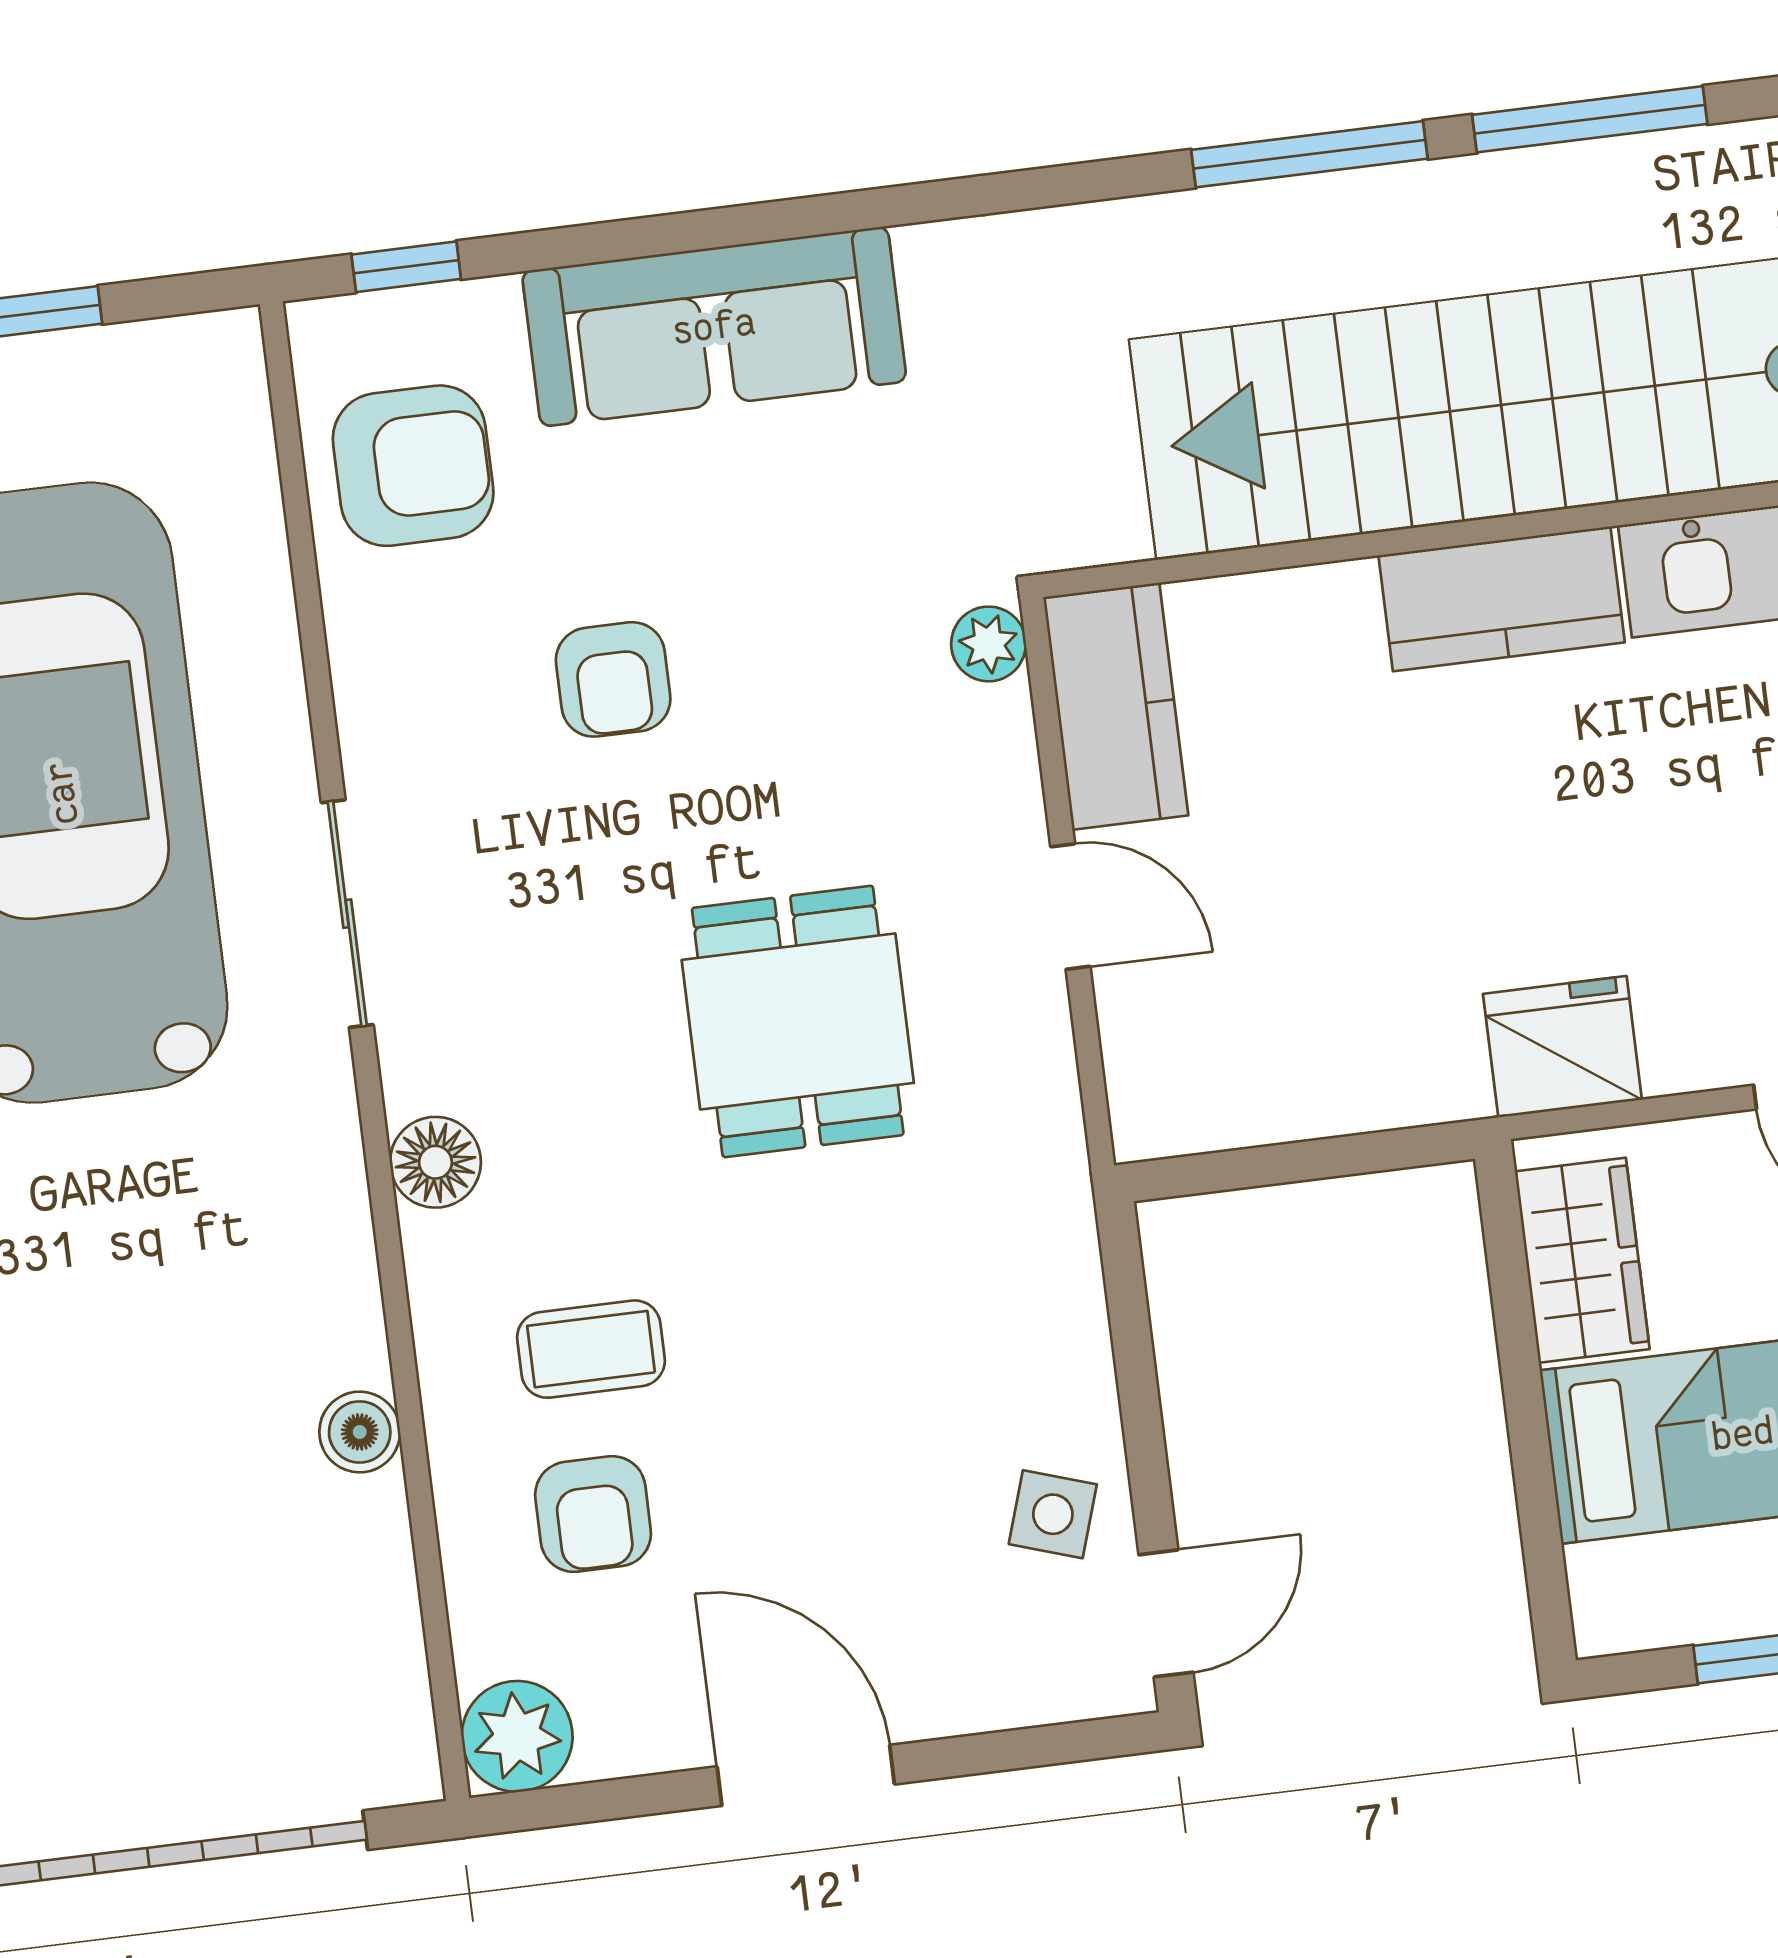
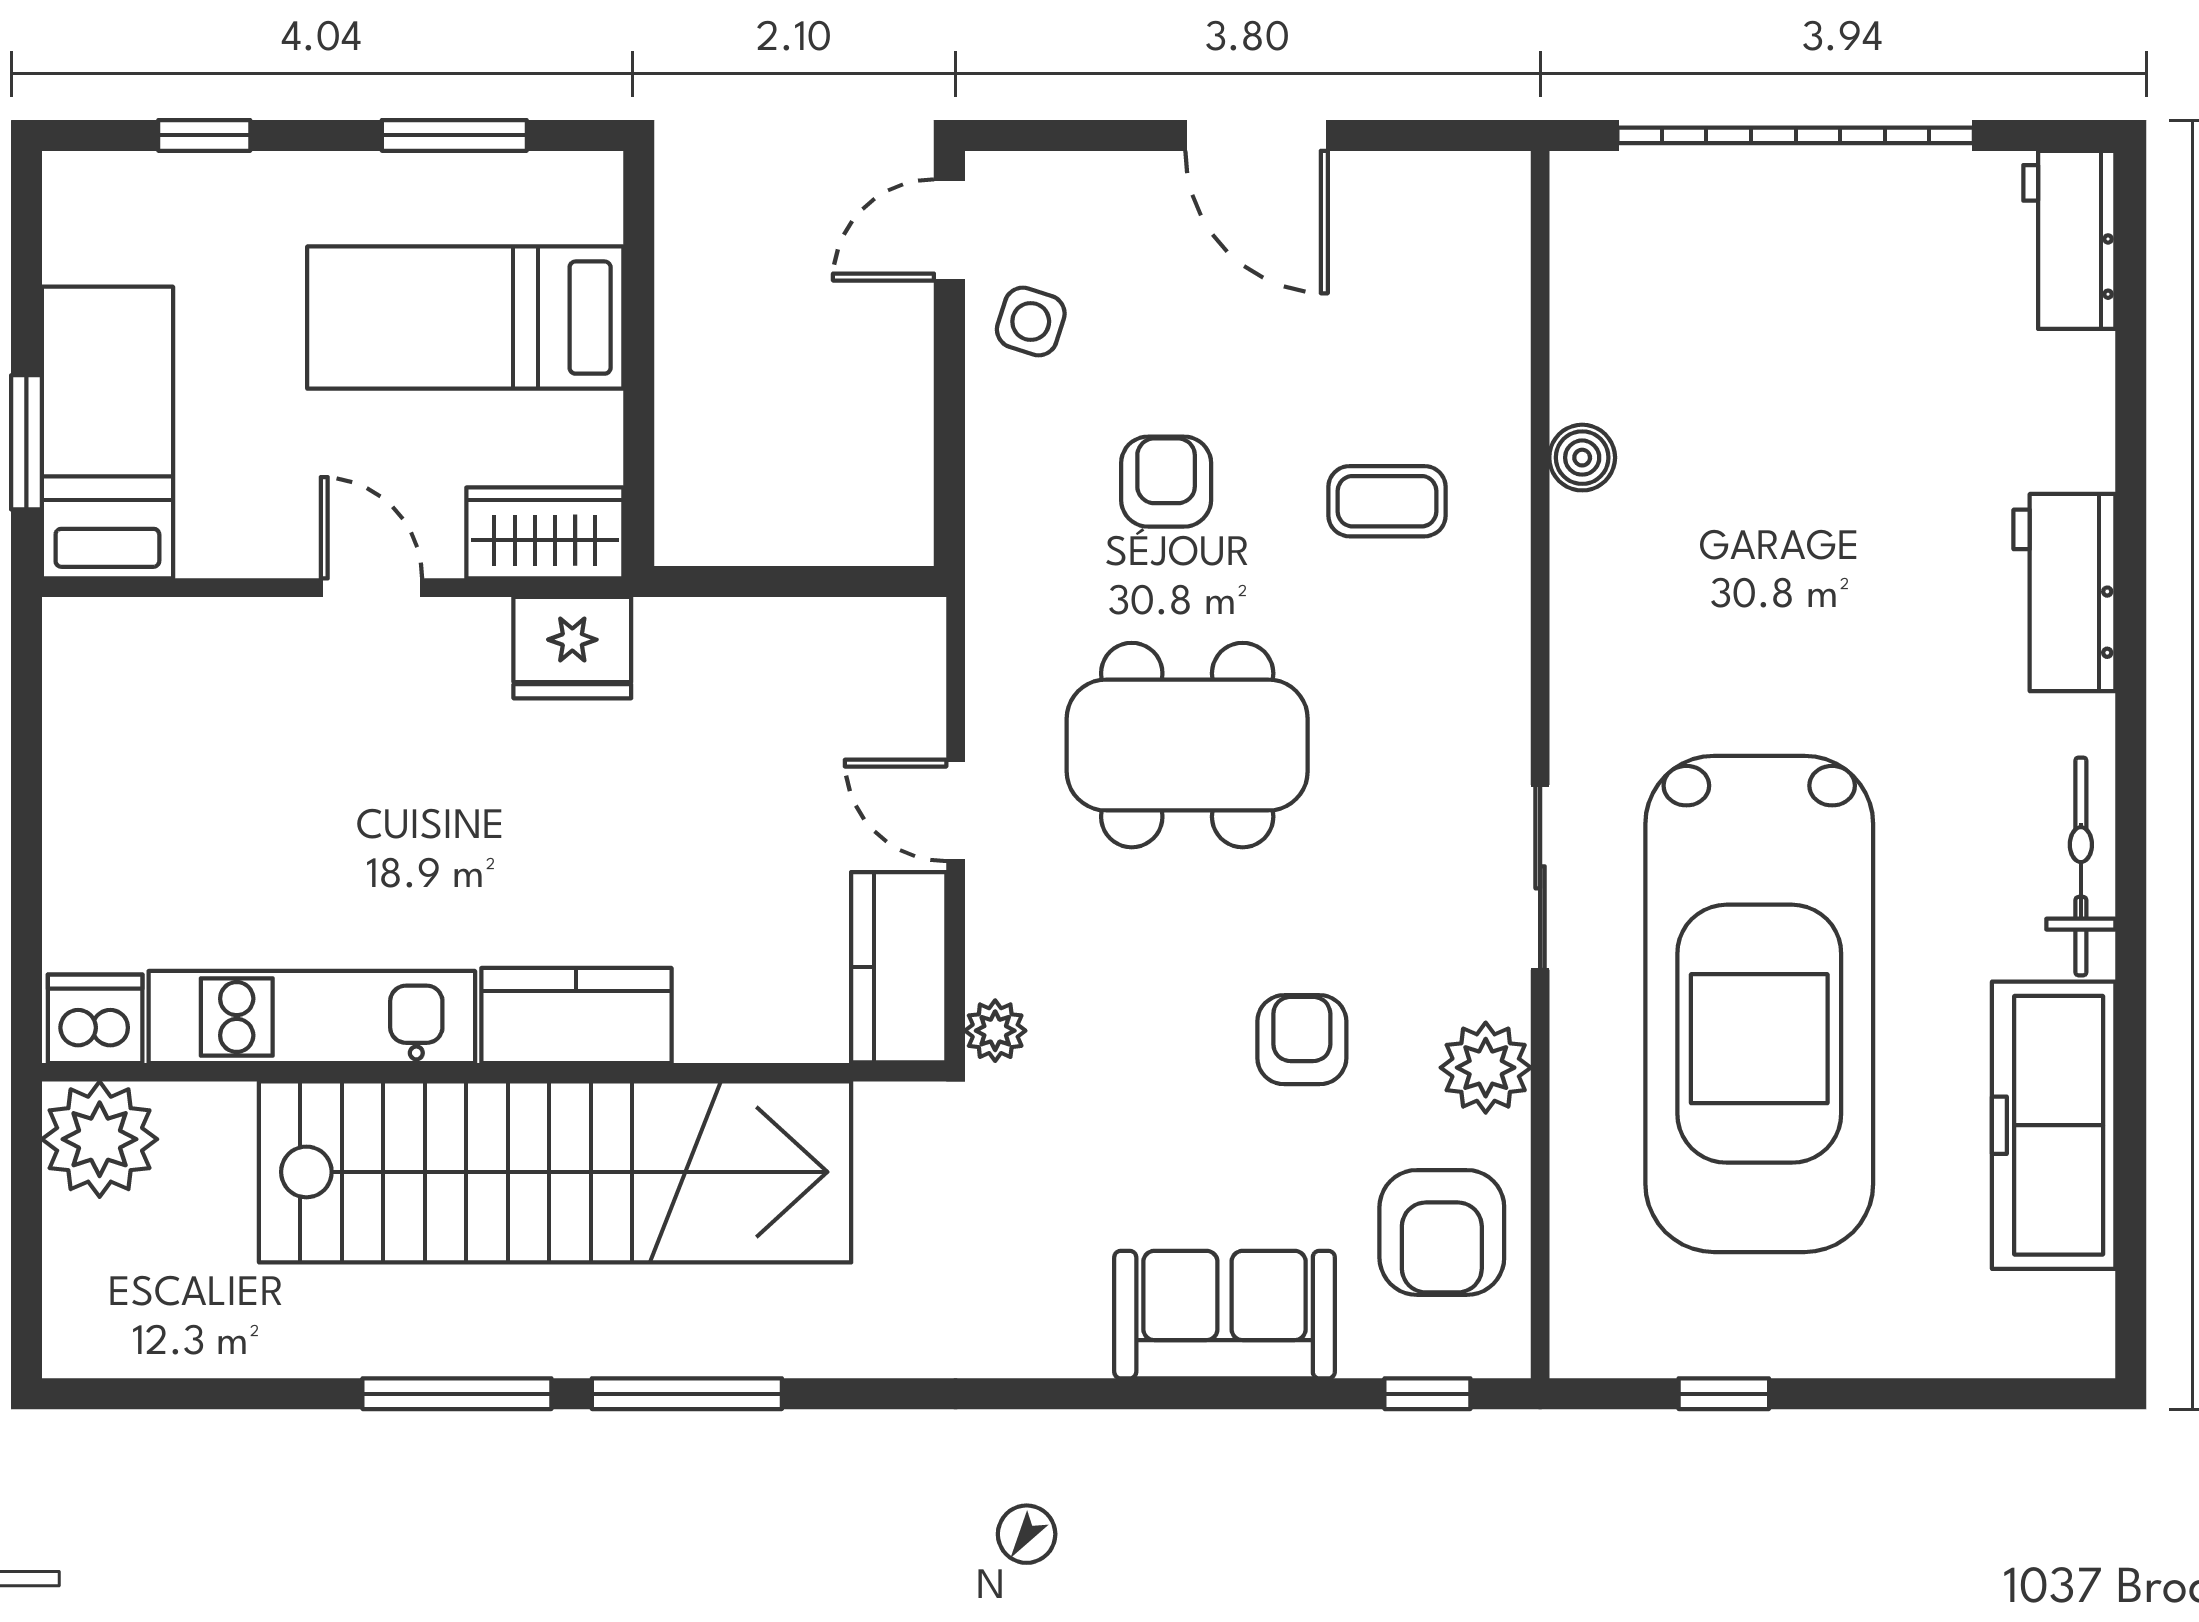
sofa: (714, 326) -> (1225, 1315), width x0.73
armchair: (413, 466) -> (1442, 1232), turned -90
dining table: (798, 1021) -> (1187, 745), width x1.38
floor lamp: (435, 1162) -> (1494, 668), removed
wardrobe: (1582, 1260) -> (545, 533), moved, turned 90
armchair: (593, 1514) -> (1166, 482), moved
plant: (517, 1736) -> (1486, 1068), moved

